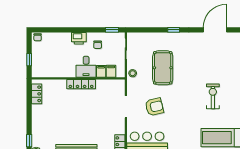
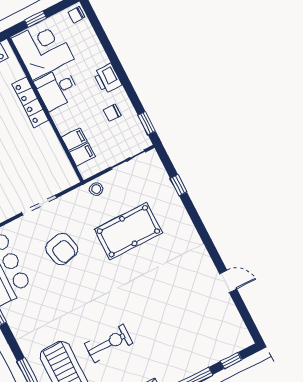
window: (174, 30) -> (179, 185), moved
door: (215, 30) -> (228, 281), width x0.53
corner desk: (46, 64) -> (43, 49), added
desk: (86, 67) -> (57, 89), moved
locker: (81, 84) -> (30, 102), moved
exercise bike: (213, 96) -> (109, 343), moved

